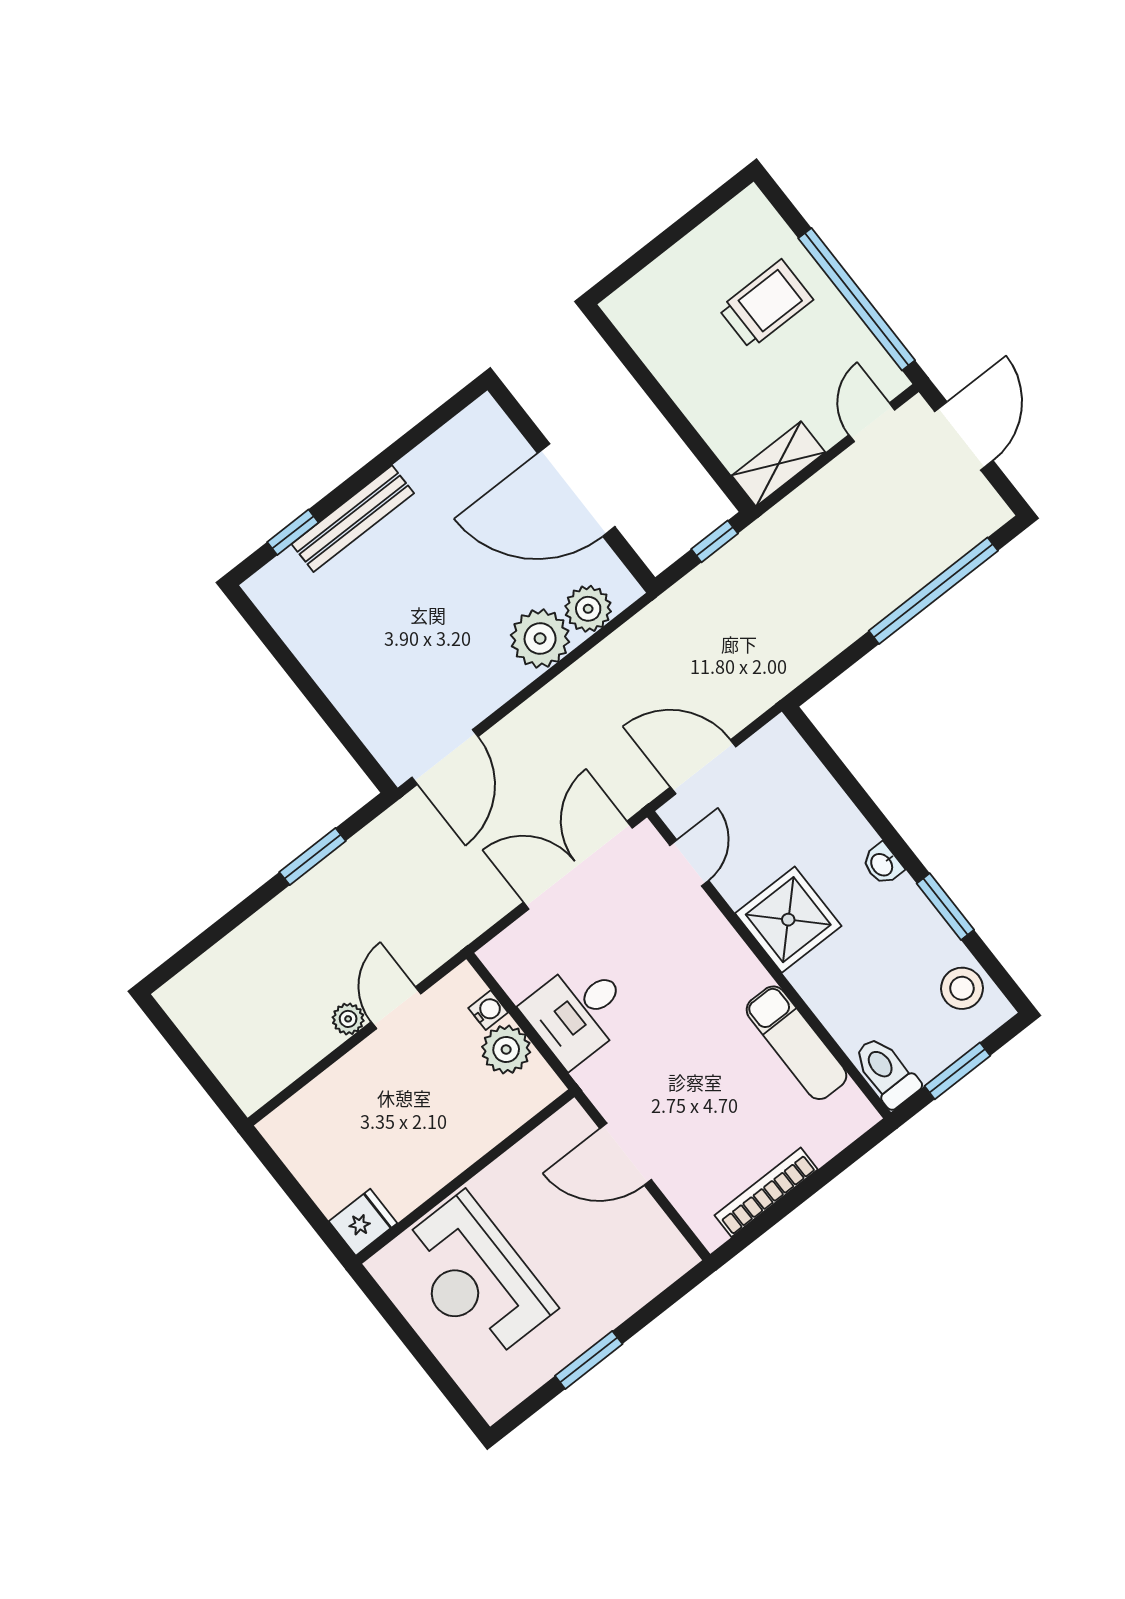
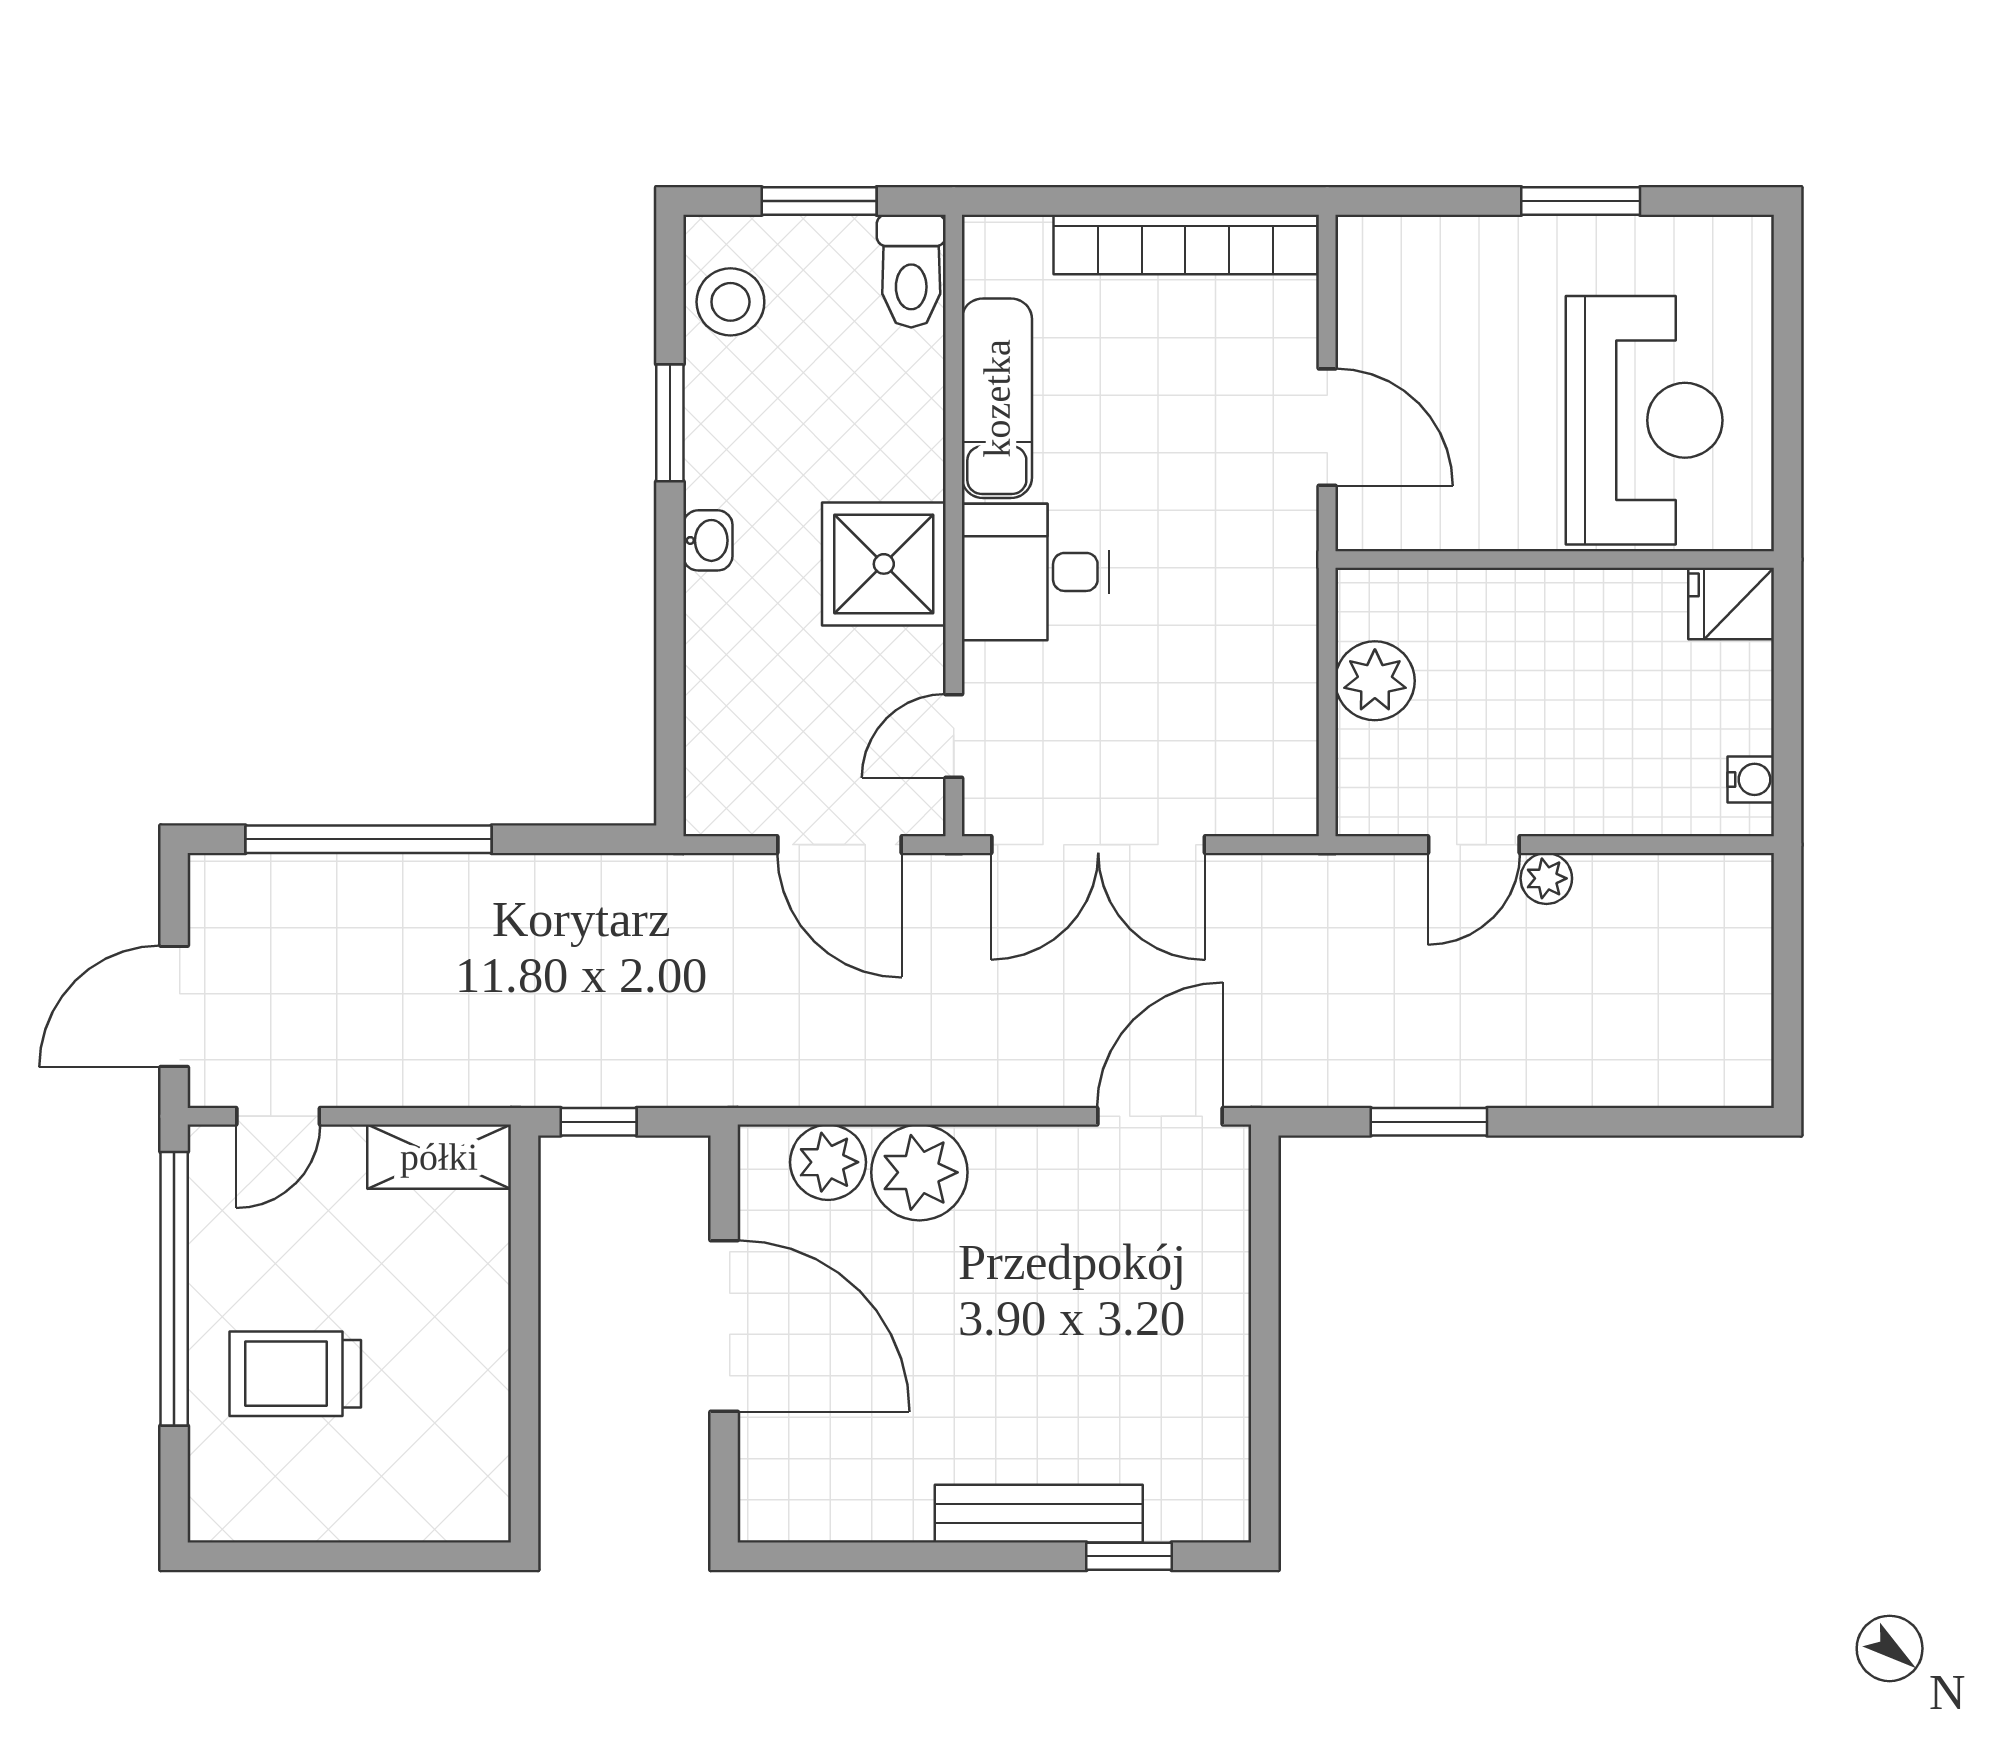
water cooler: (488, 1010) -> (1751, 779), moved, turned 180
desk: (578, 1012) -> (1036, 572), moved, turned 180
bookcase: (766, 1192) -> (1185, 244), width x1.48, depth x1.31

